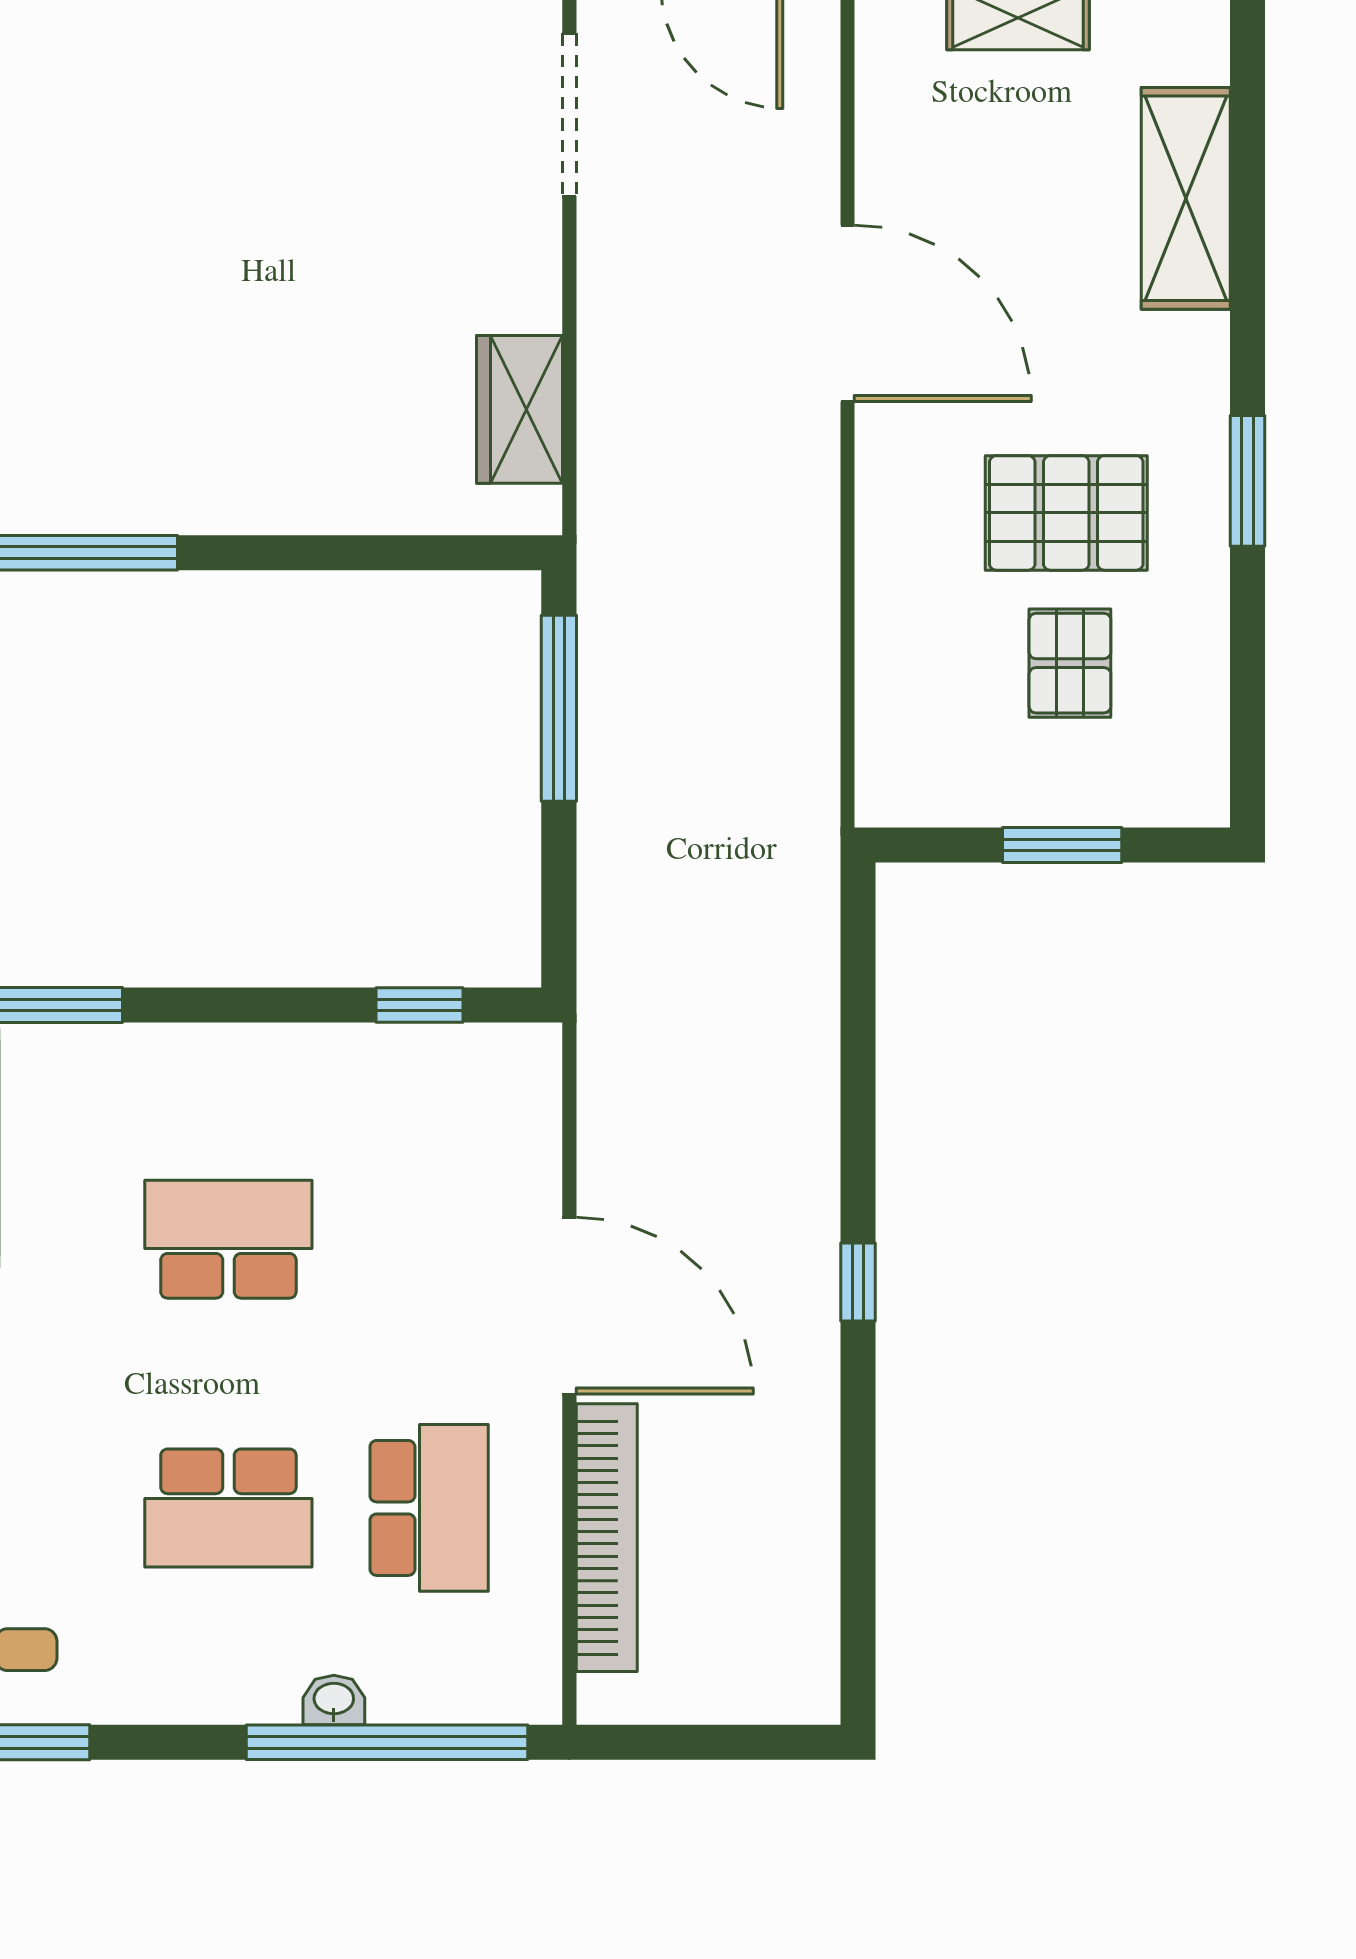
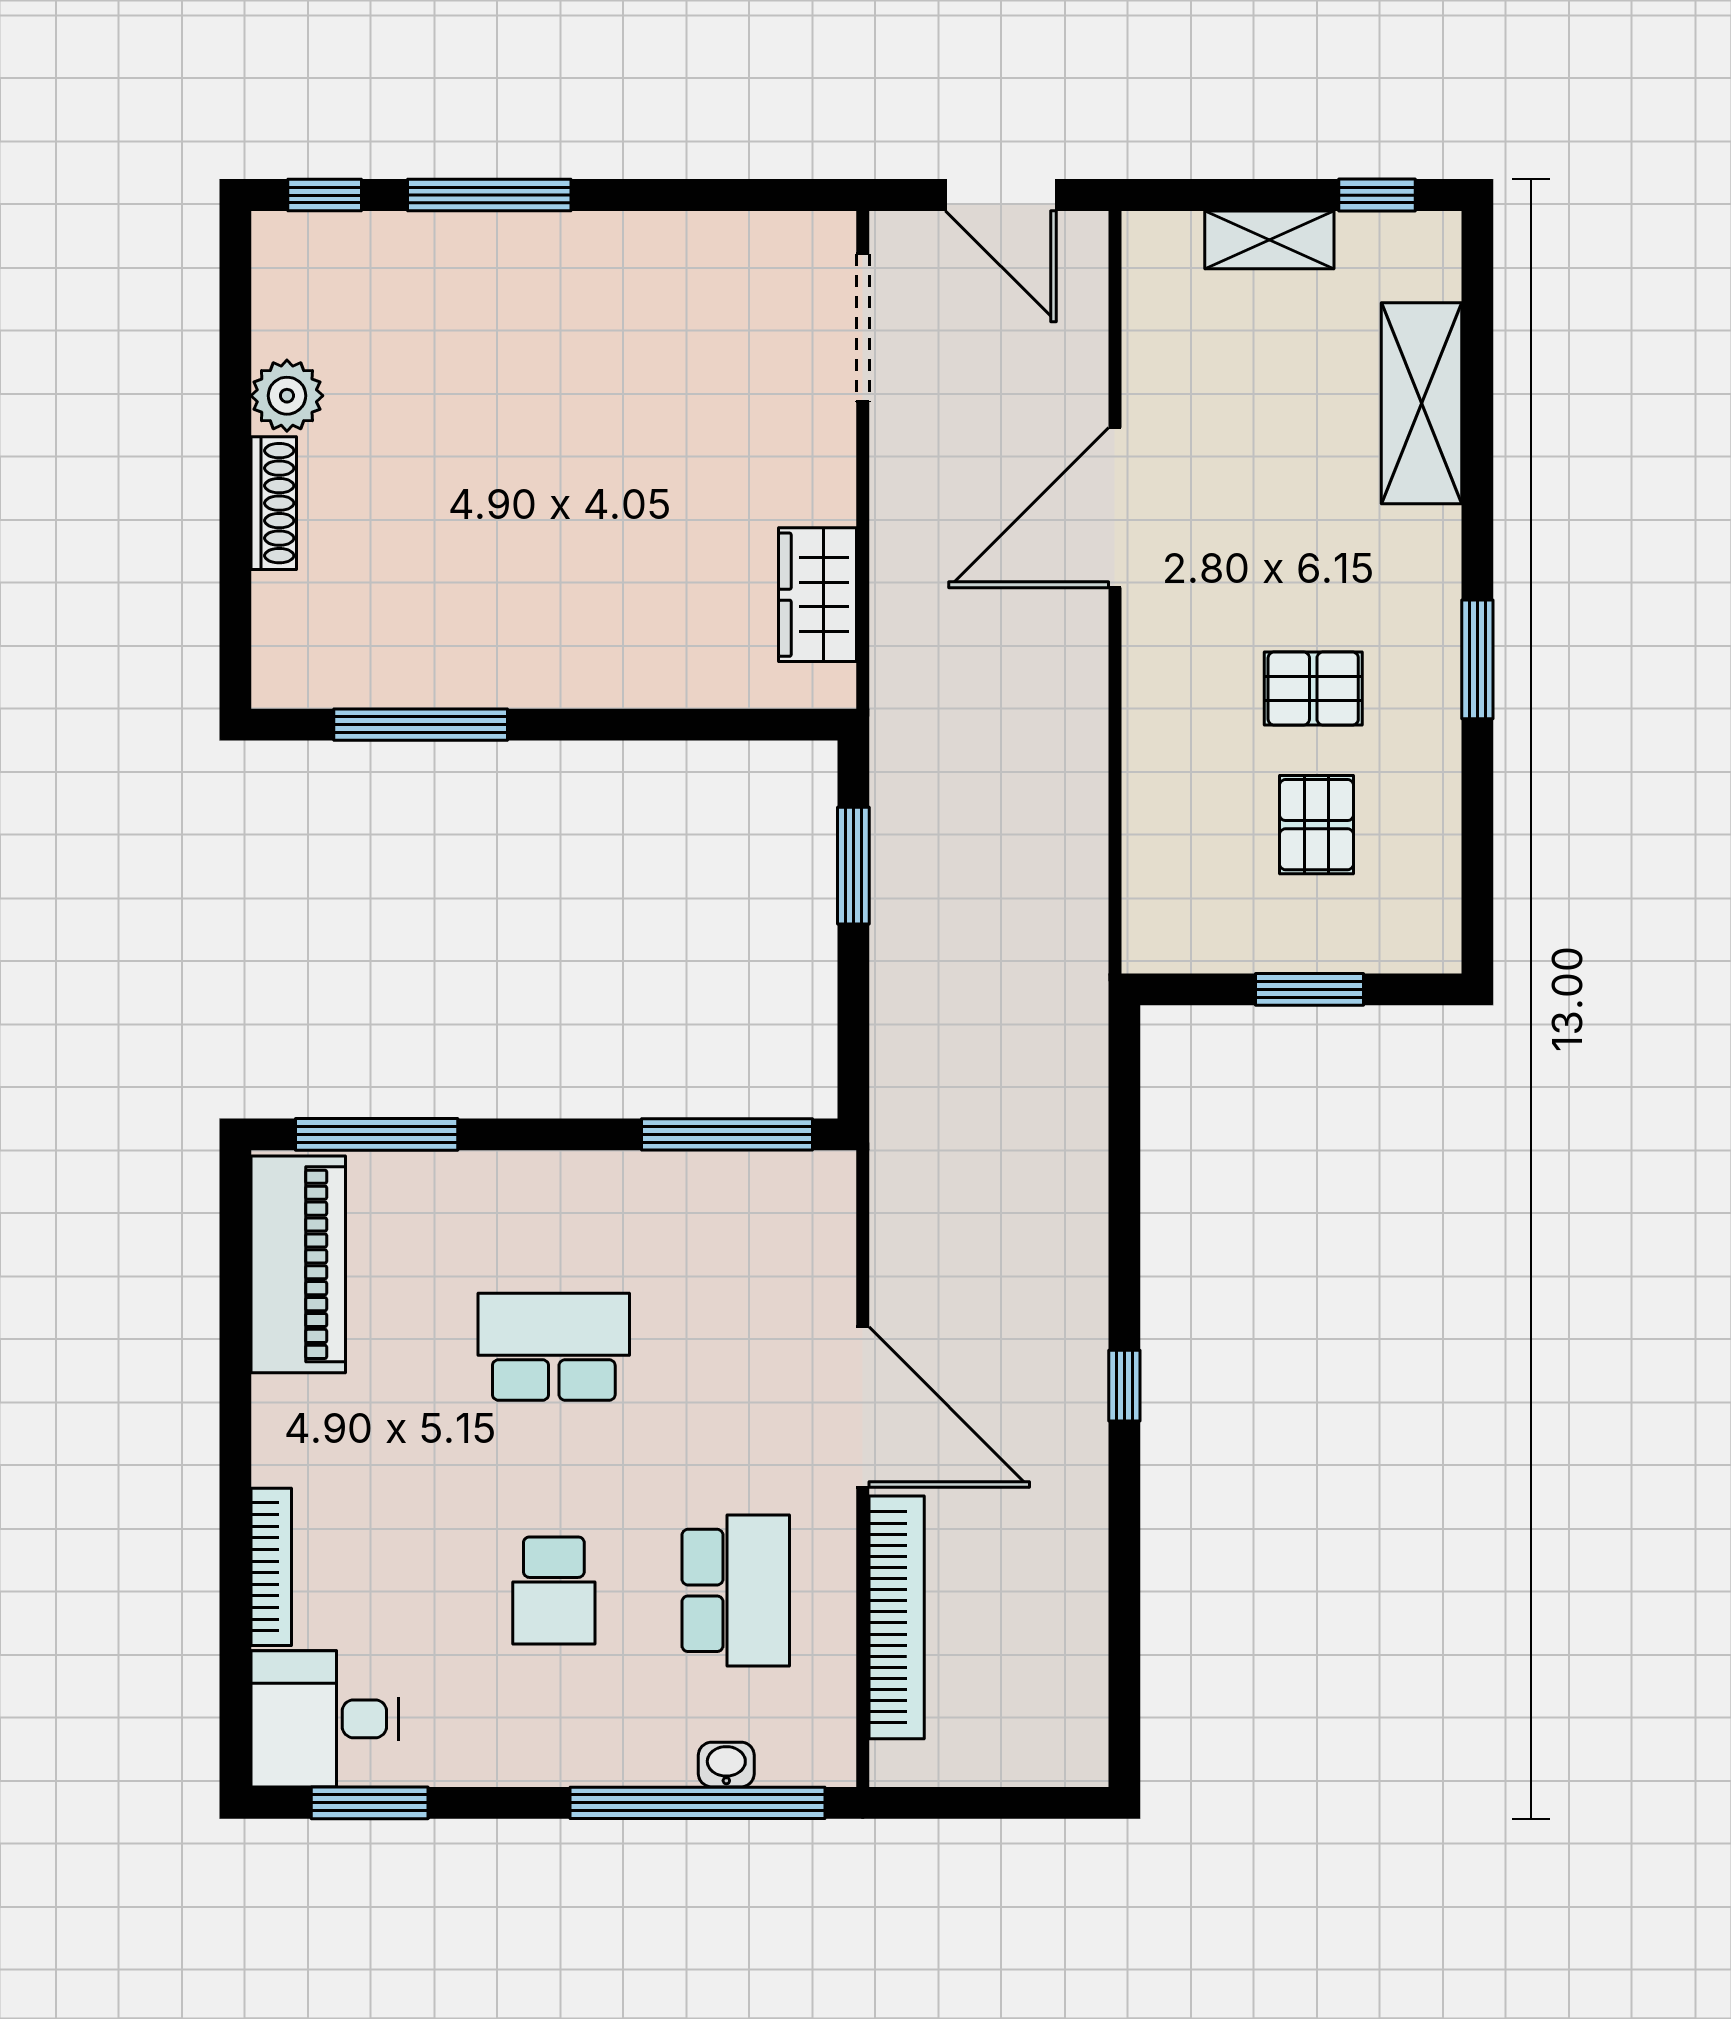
door: (848, 313) -> (1115, 508), swing flipped
pallet: (1066, 513) -> (1313, 689), width x0.67, depth x0.71
window: (559, 708) -> (853, 866), width x0.69
window: (419, 1005) -> (727, 1134), width x2.17
school desk: (228, 1508) -> (554, 1590), width x0.54
washbasin: (334, 1700) -> (726, 1765), moved

